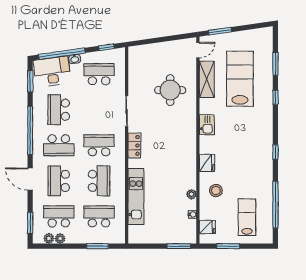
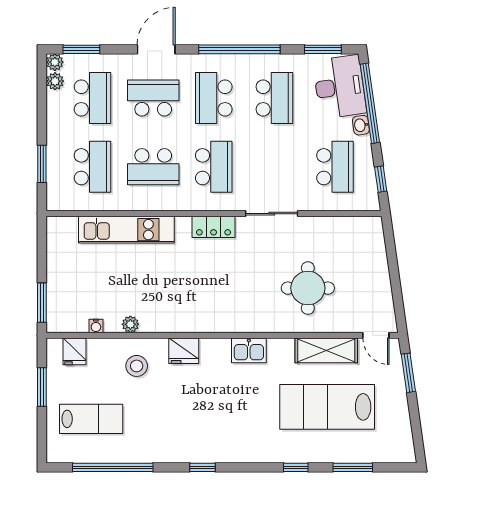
lab bench: (240, 79) -> (327, 407), turned 180
school desk: (59, 110) -> (274, 98), turned 90
plant: (60, 239) -> (55, 62), moved

